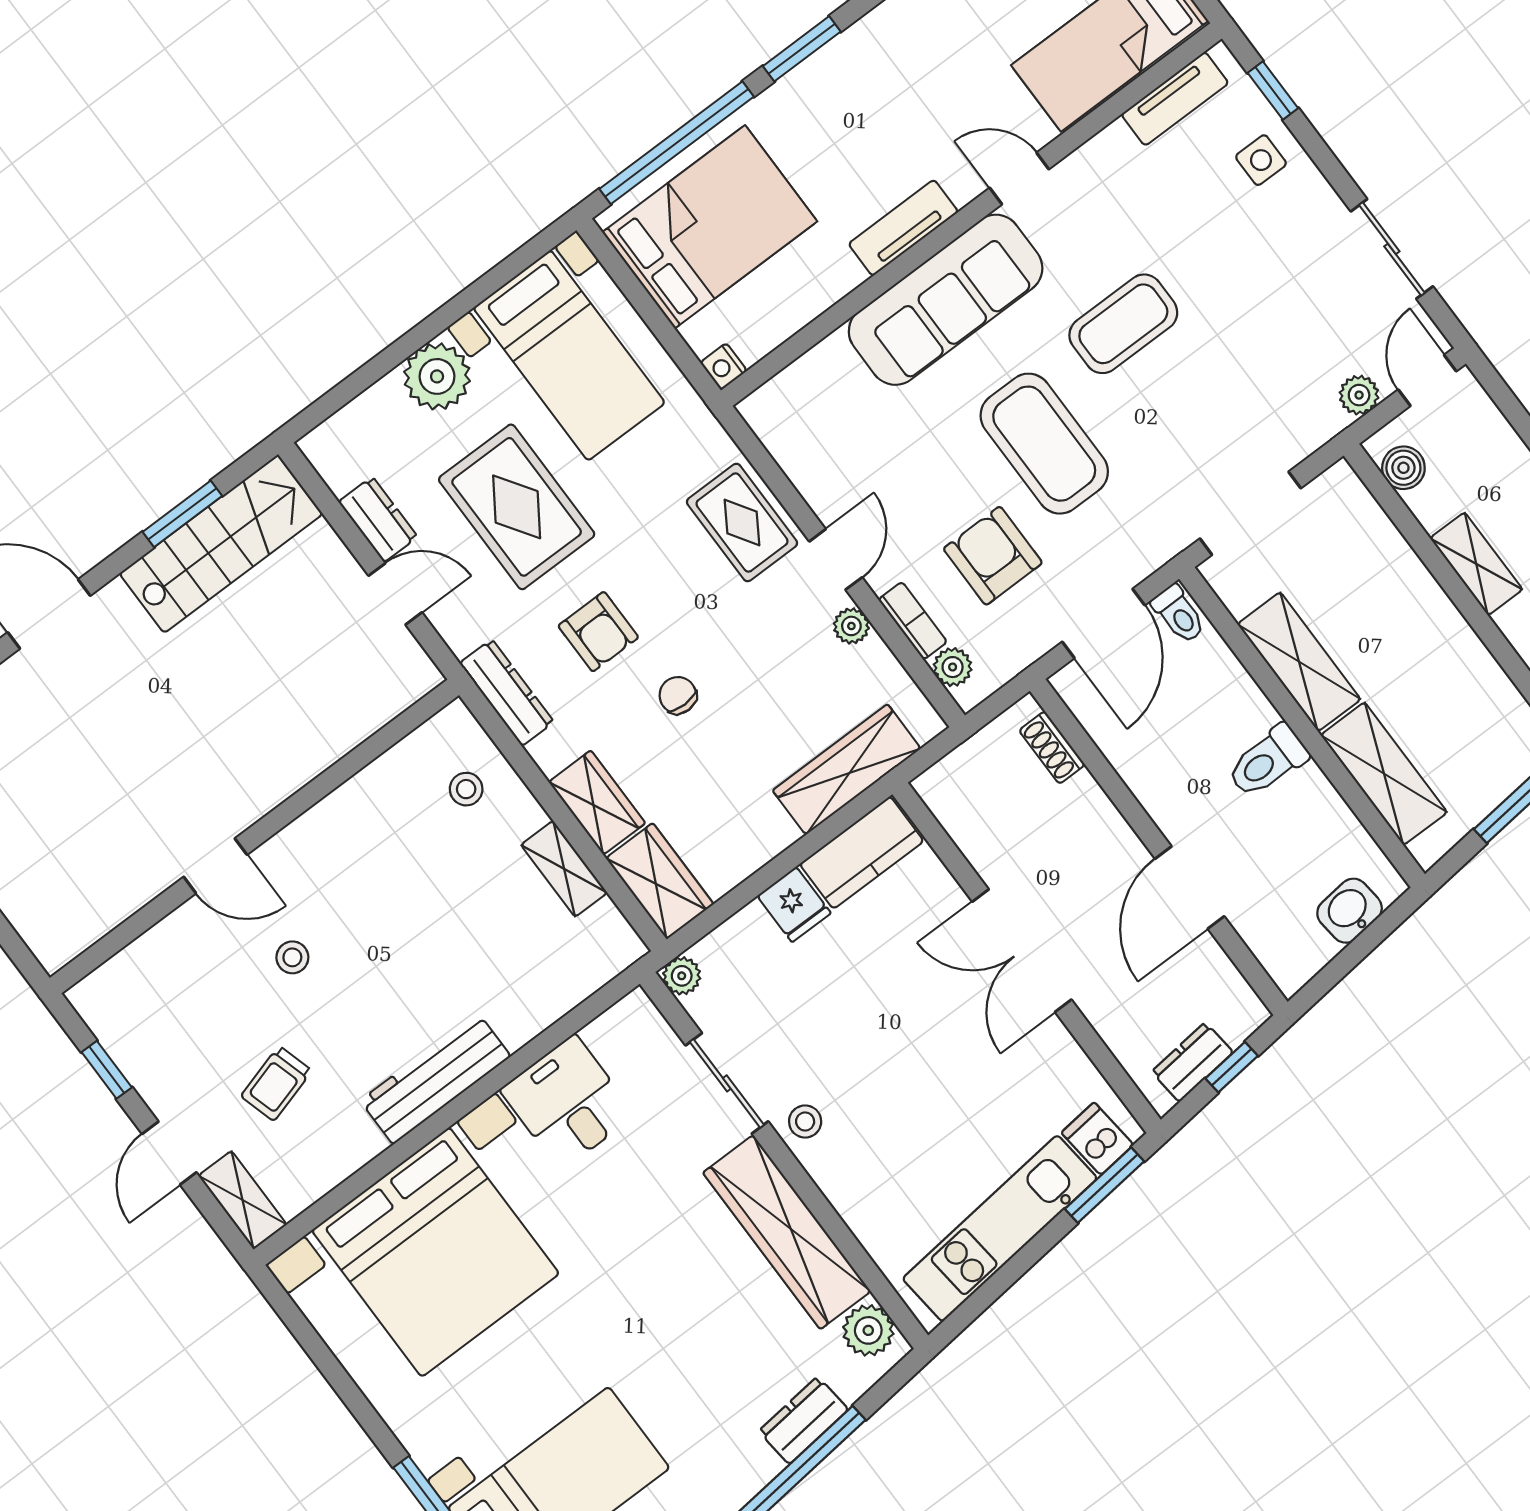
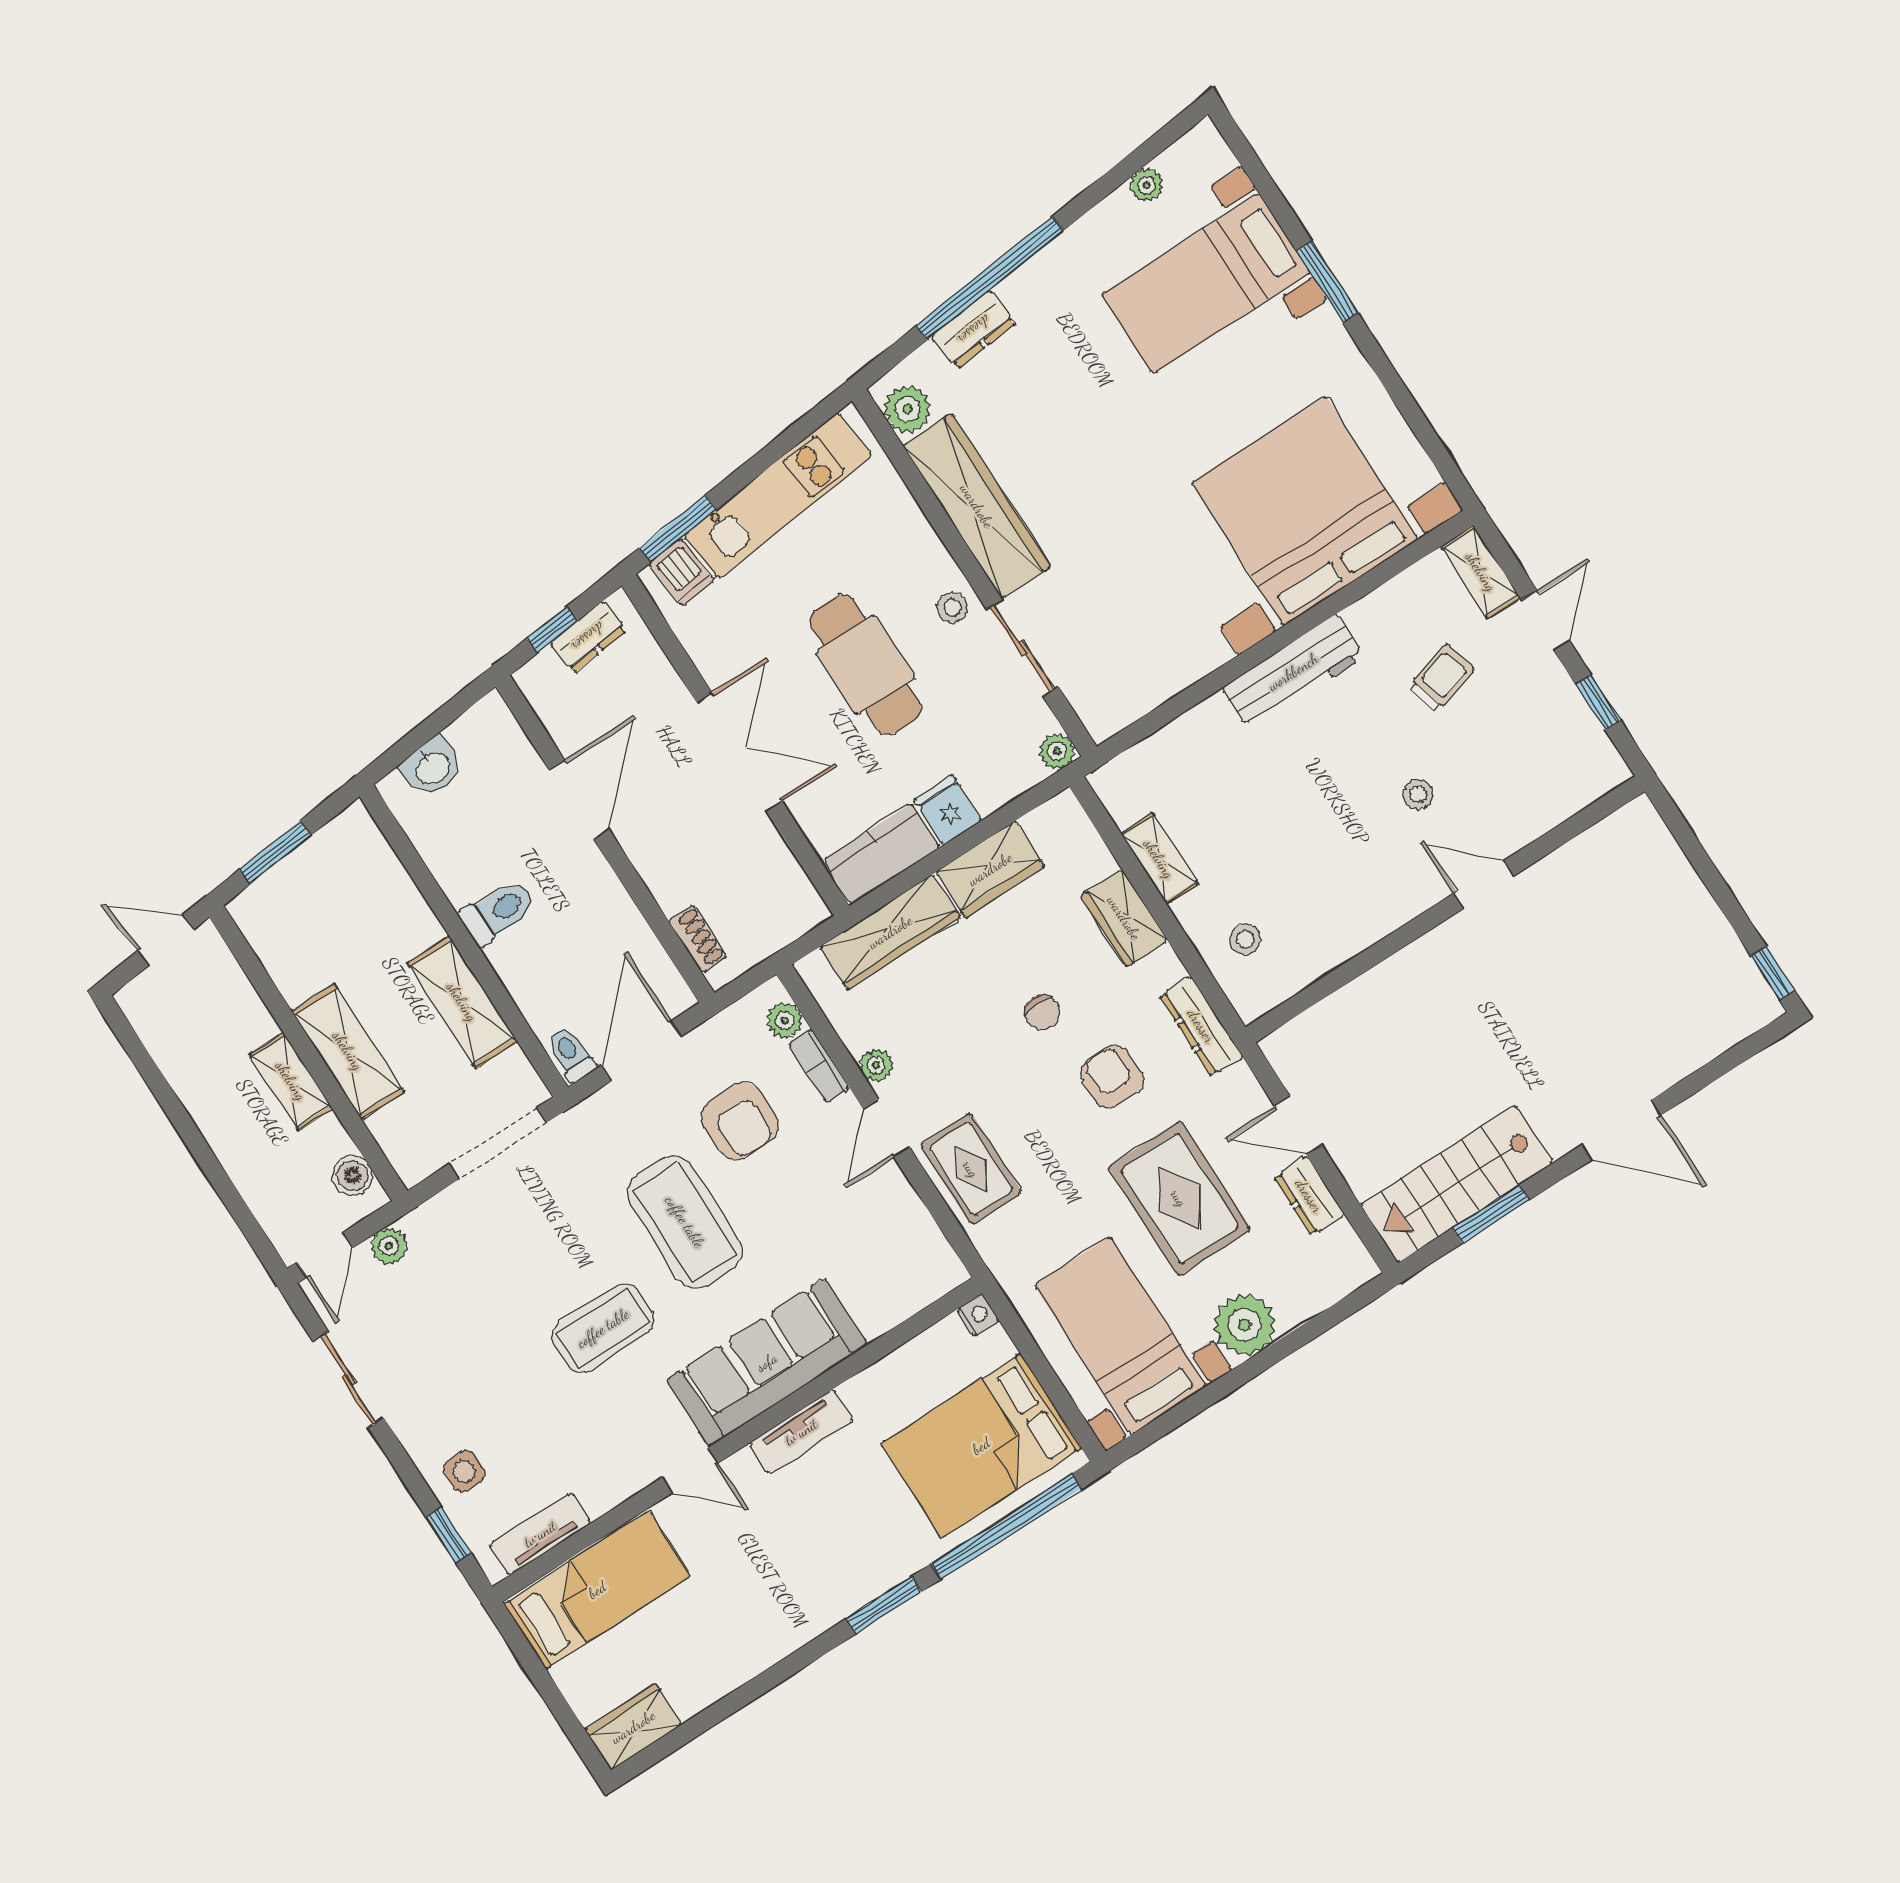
shelving: (1384, 774) -> (348, 1051), moved
wardrobe: (660, 881) -> (990, 869), moved, turned -90
cafe table: (894, 1054) -> (865, 665), added
desk: (568, 1102) -> (1172, 641), removed

